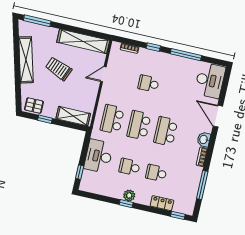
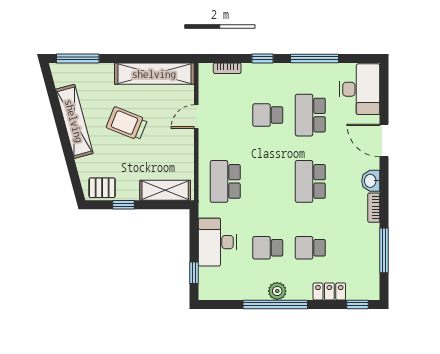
school desk: (139, 125) -> (310, 115), moved
window: (126, 204) -> (275, 304), width x3.17

